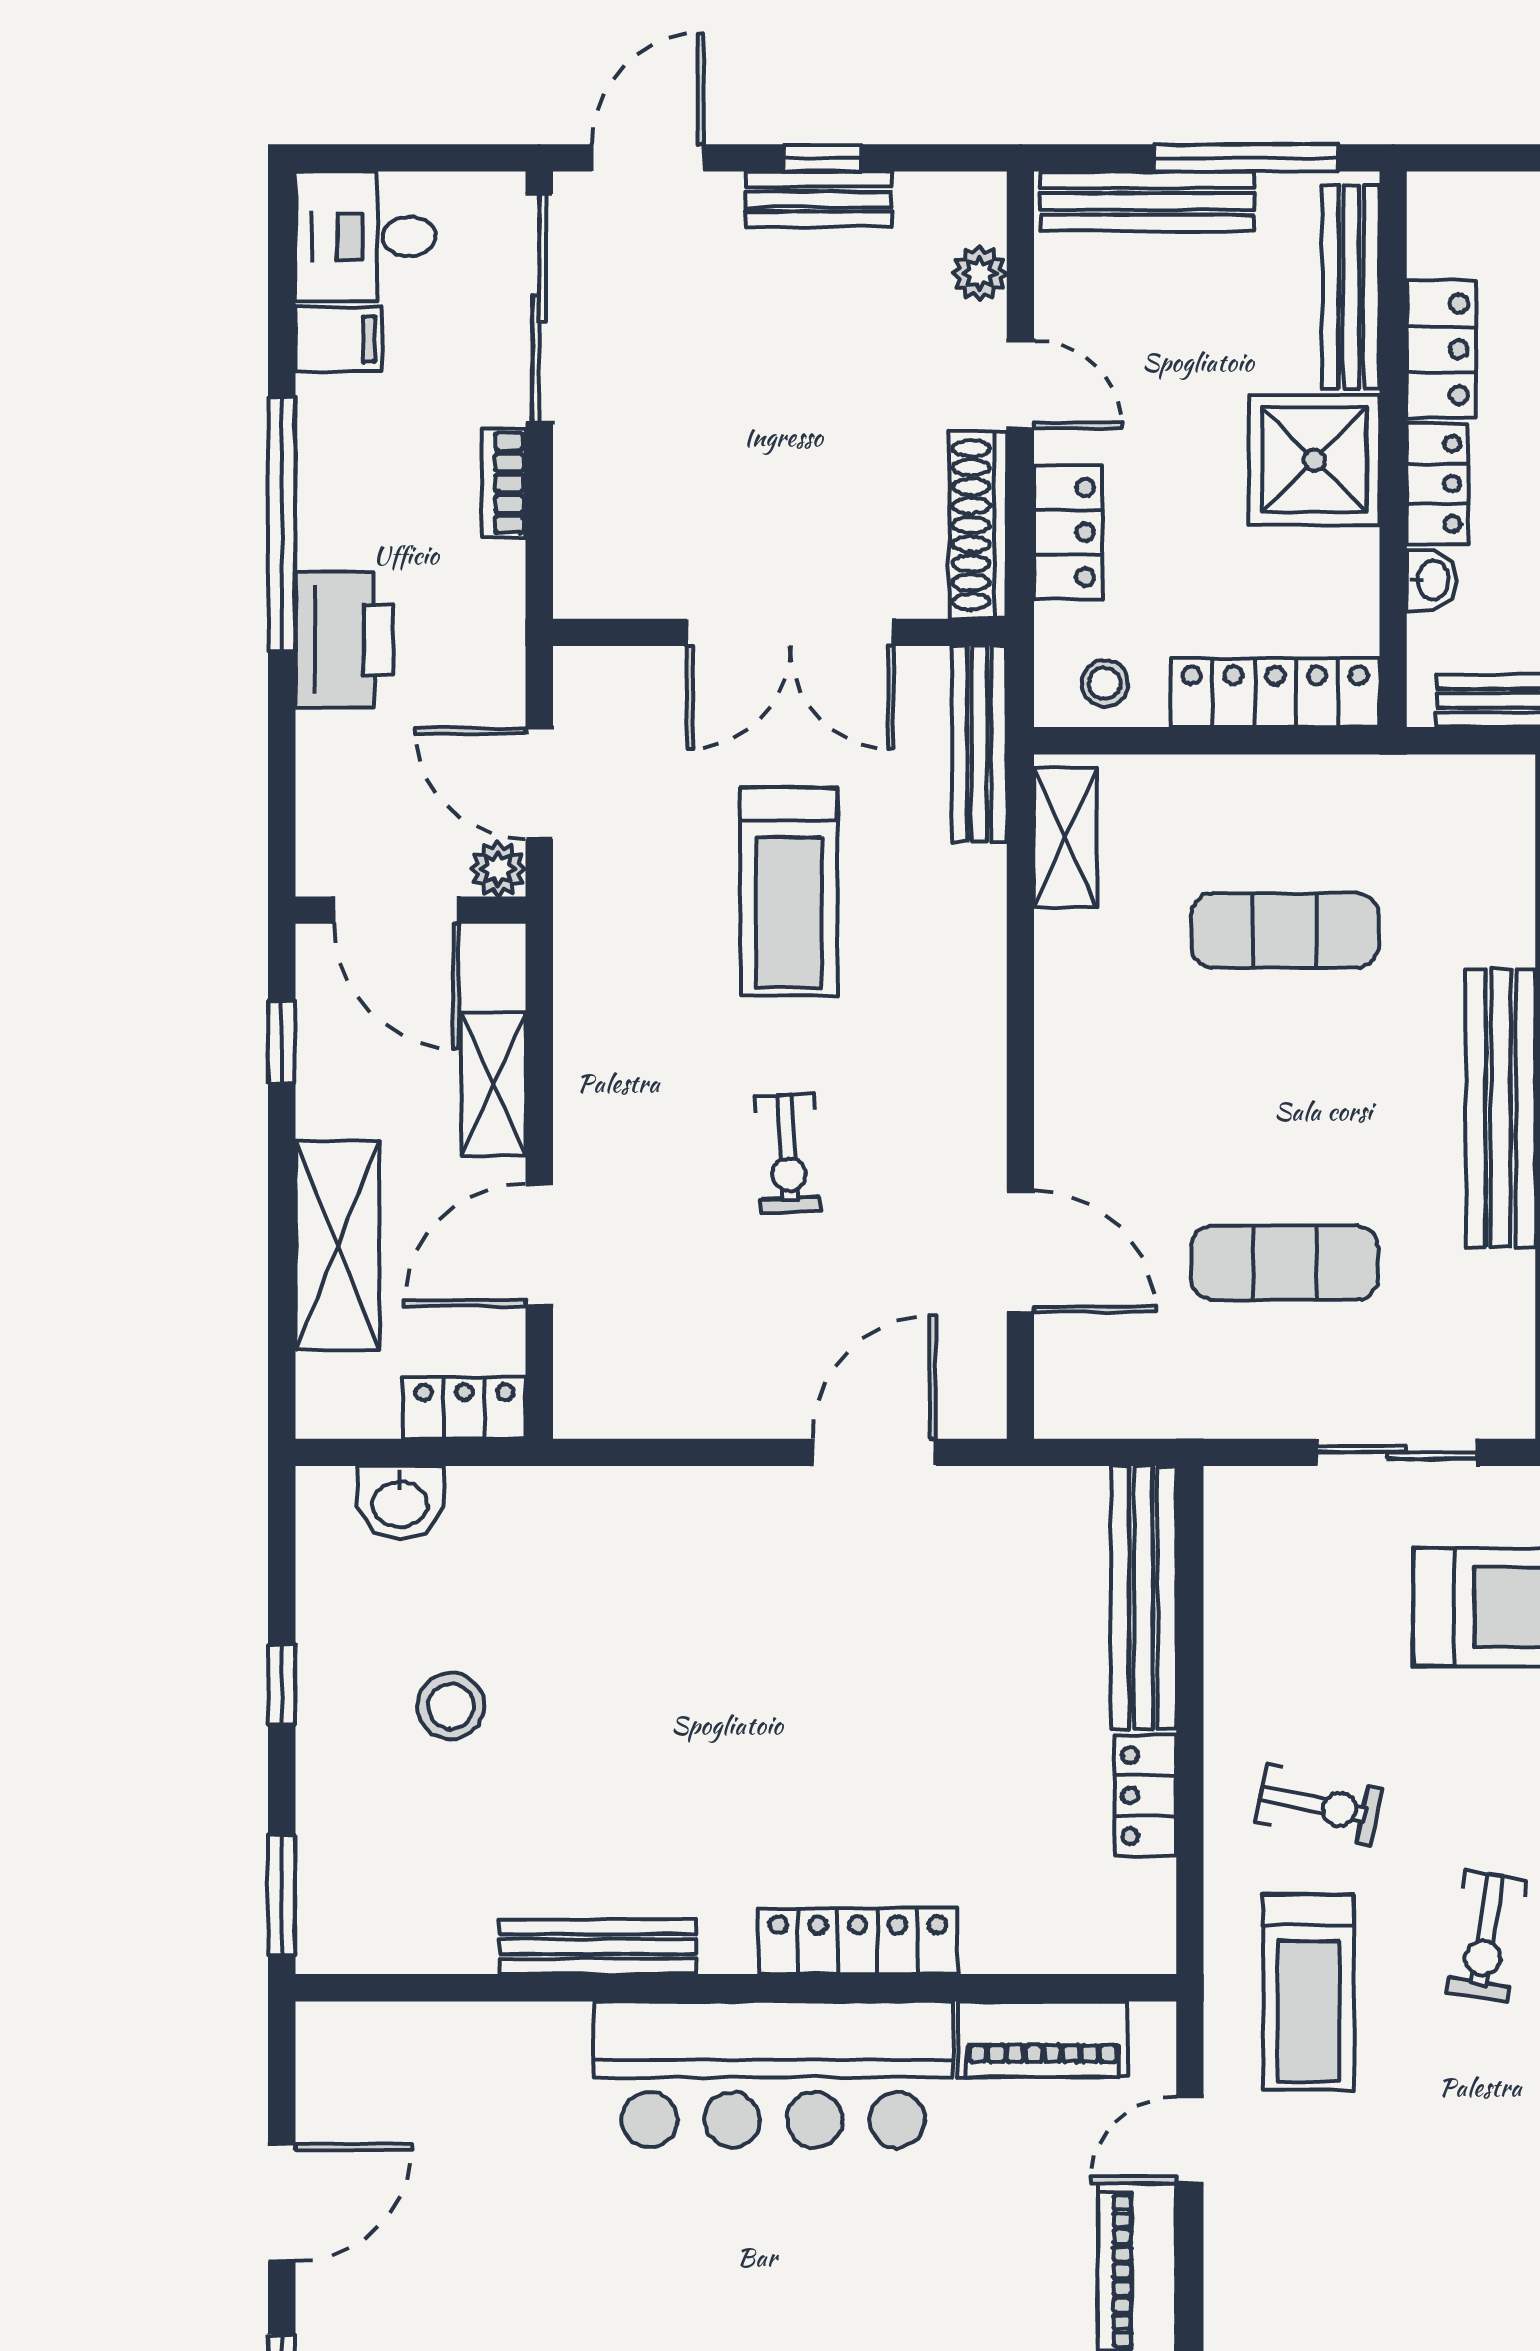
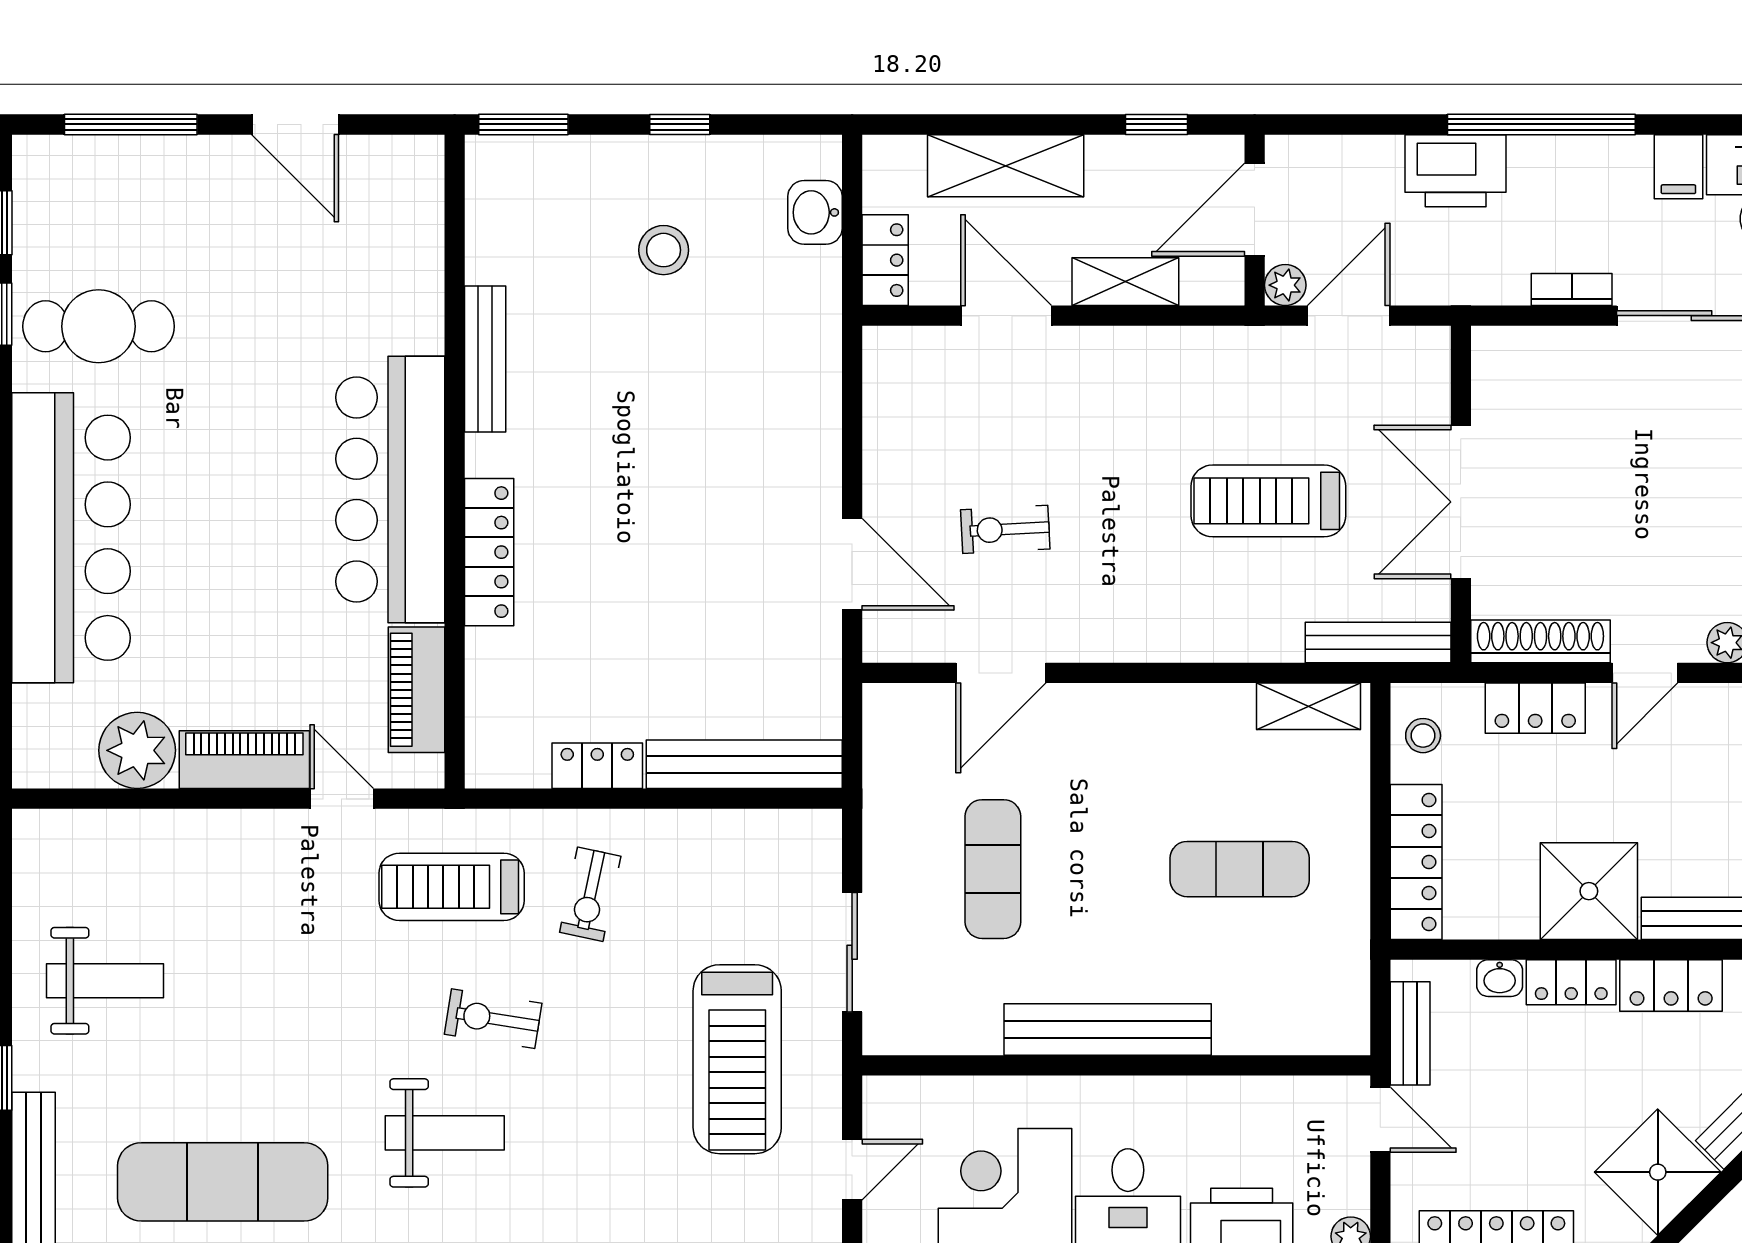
exercise mat: (1285, 930) -> (1240, 869), turned 90
exercise bike: (788, 1153) -> (1005, 529), moved

